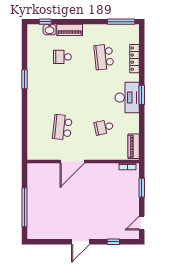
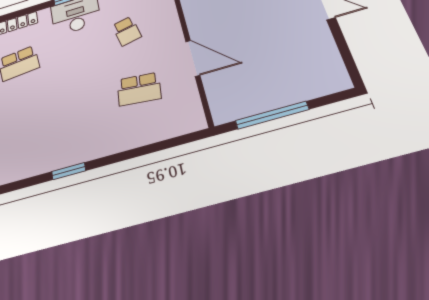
school desk: (62, 57) -> (25, 122), removed
window: (24, 207) -> (272, 115), moved

